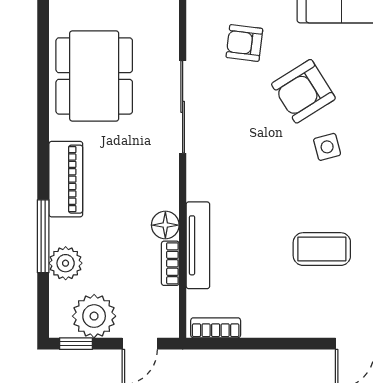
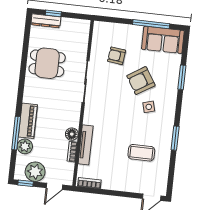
dining table: (94, 76) -> (47, 63), width x0.73
piano: (66, 179) -> (28, 121), moved

